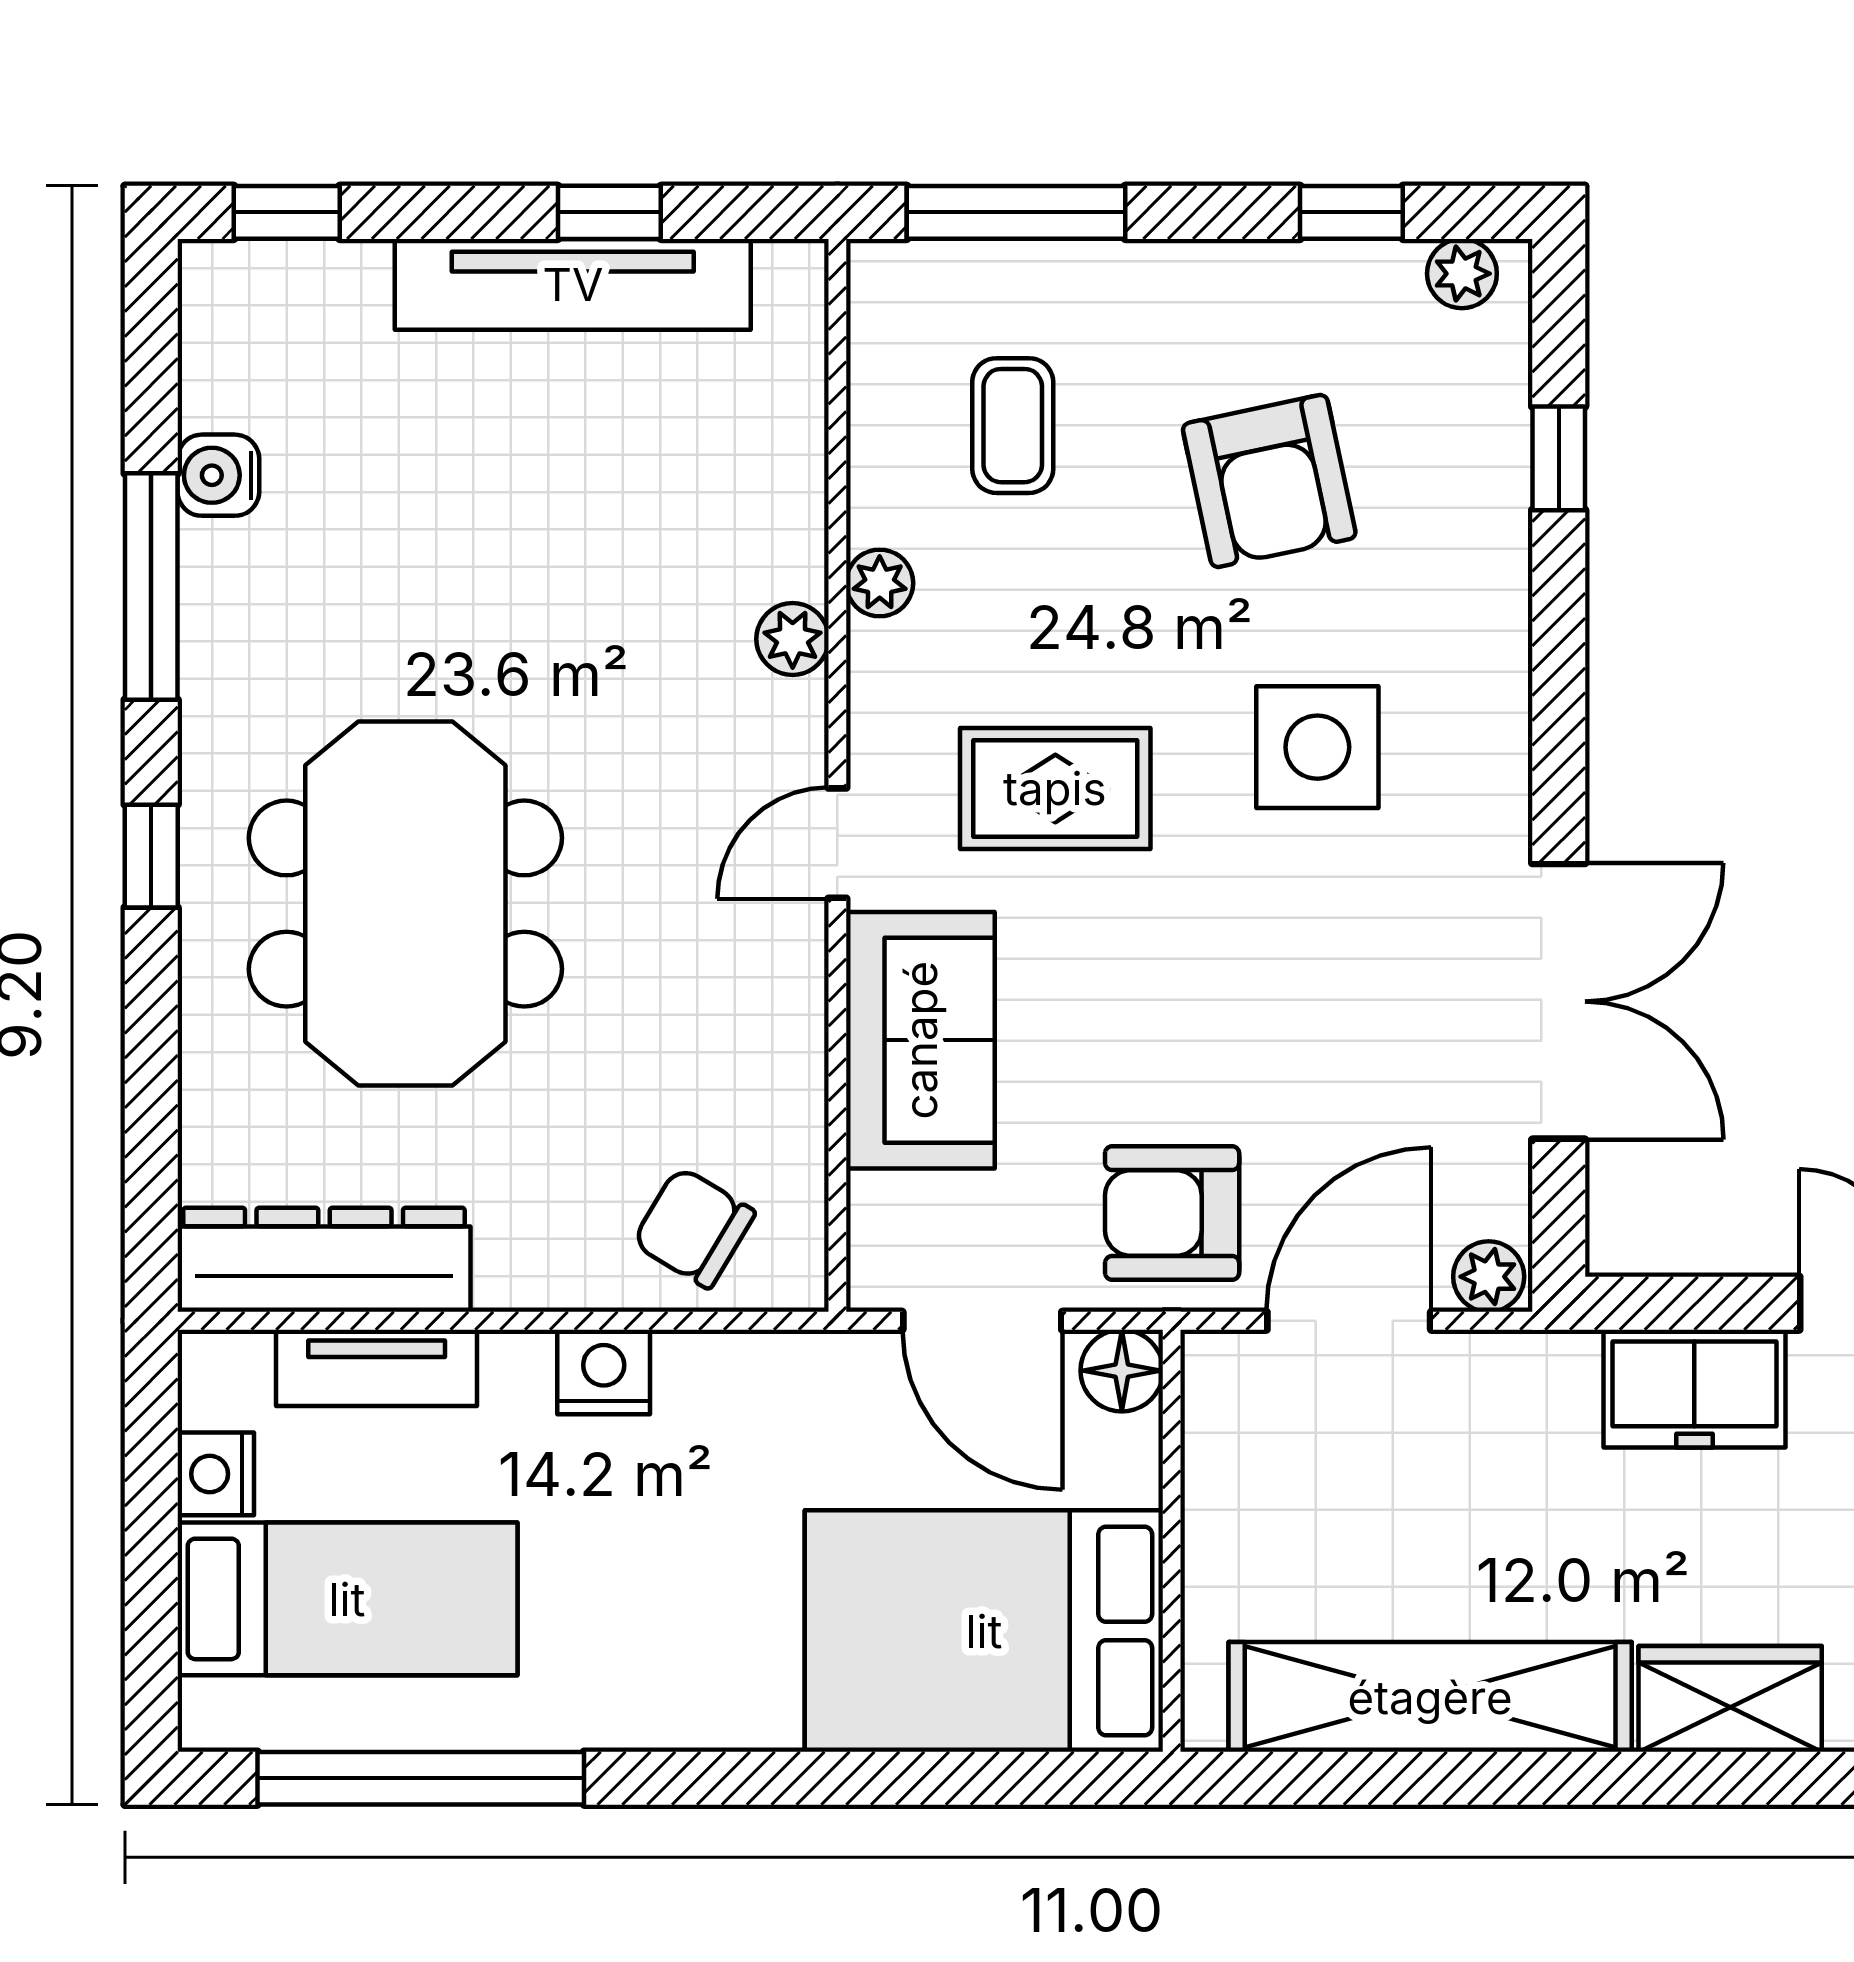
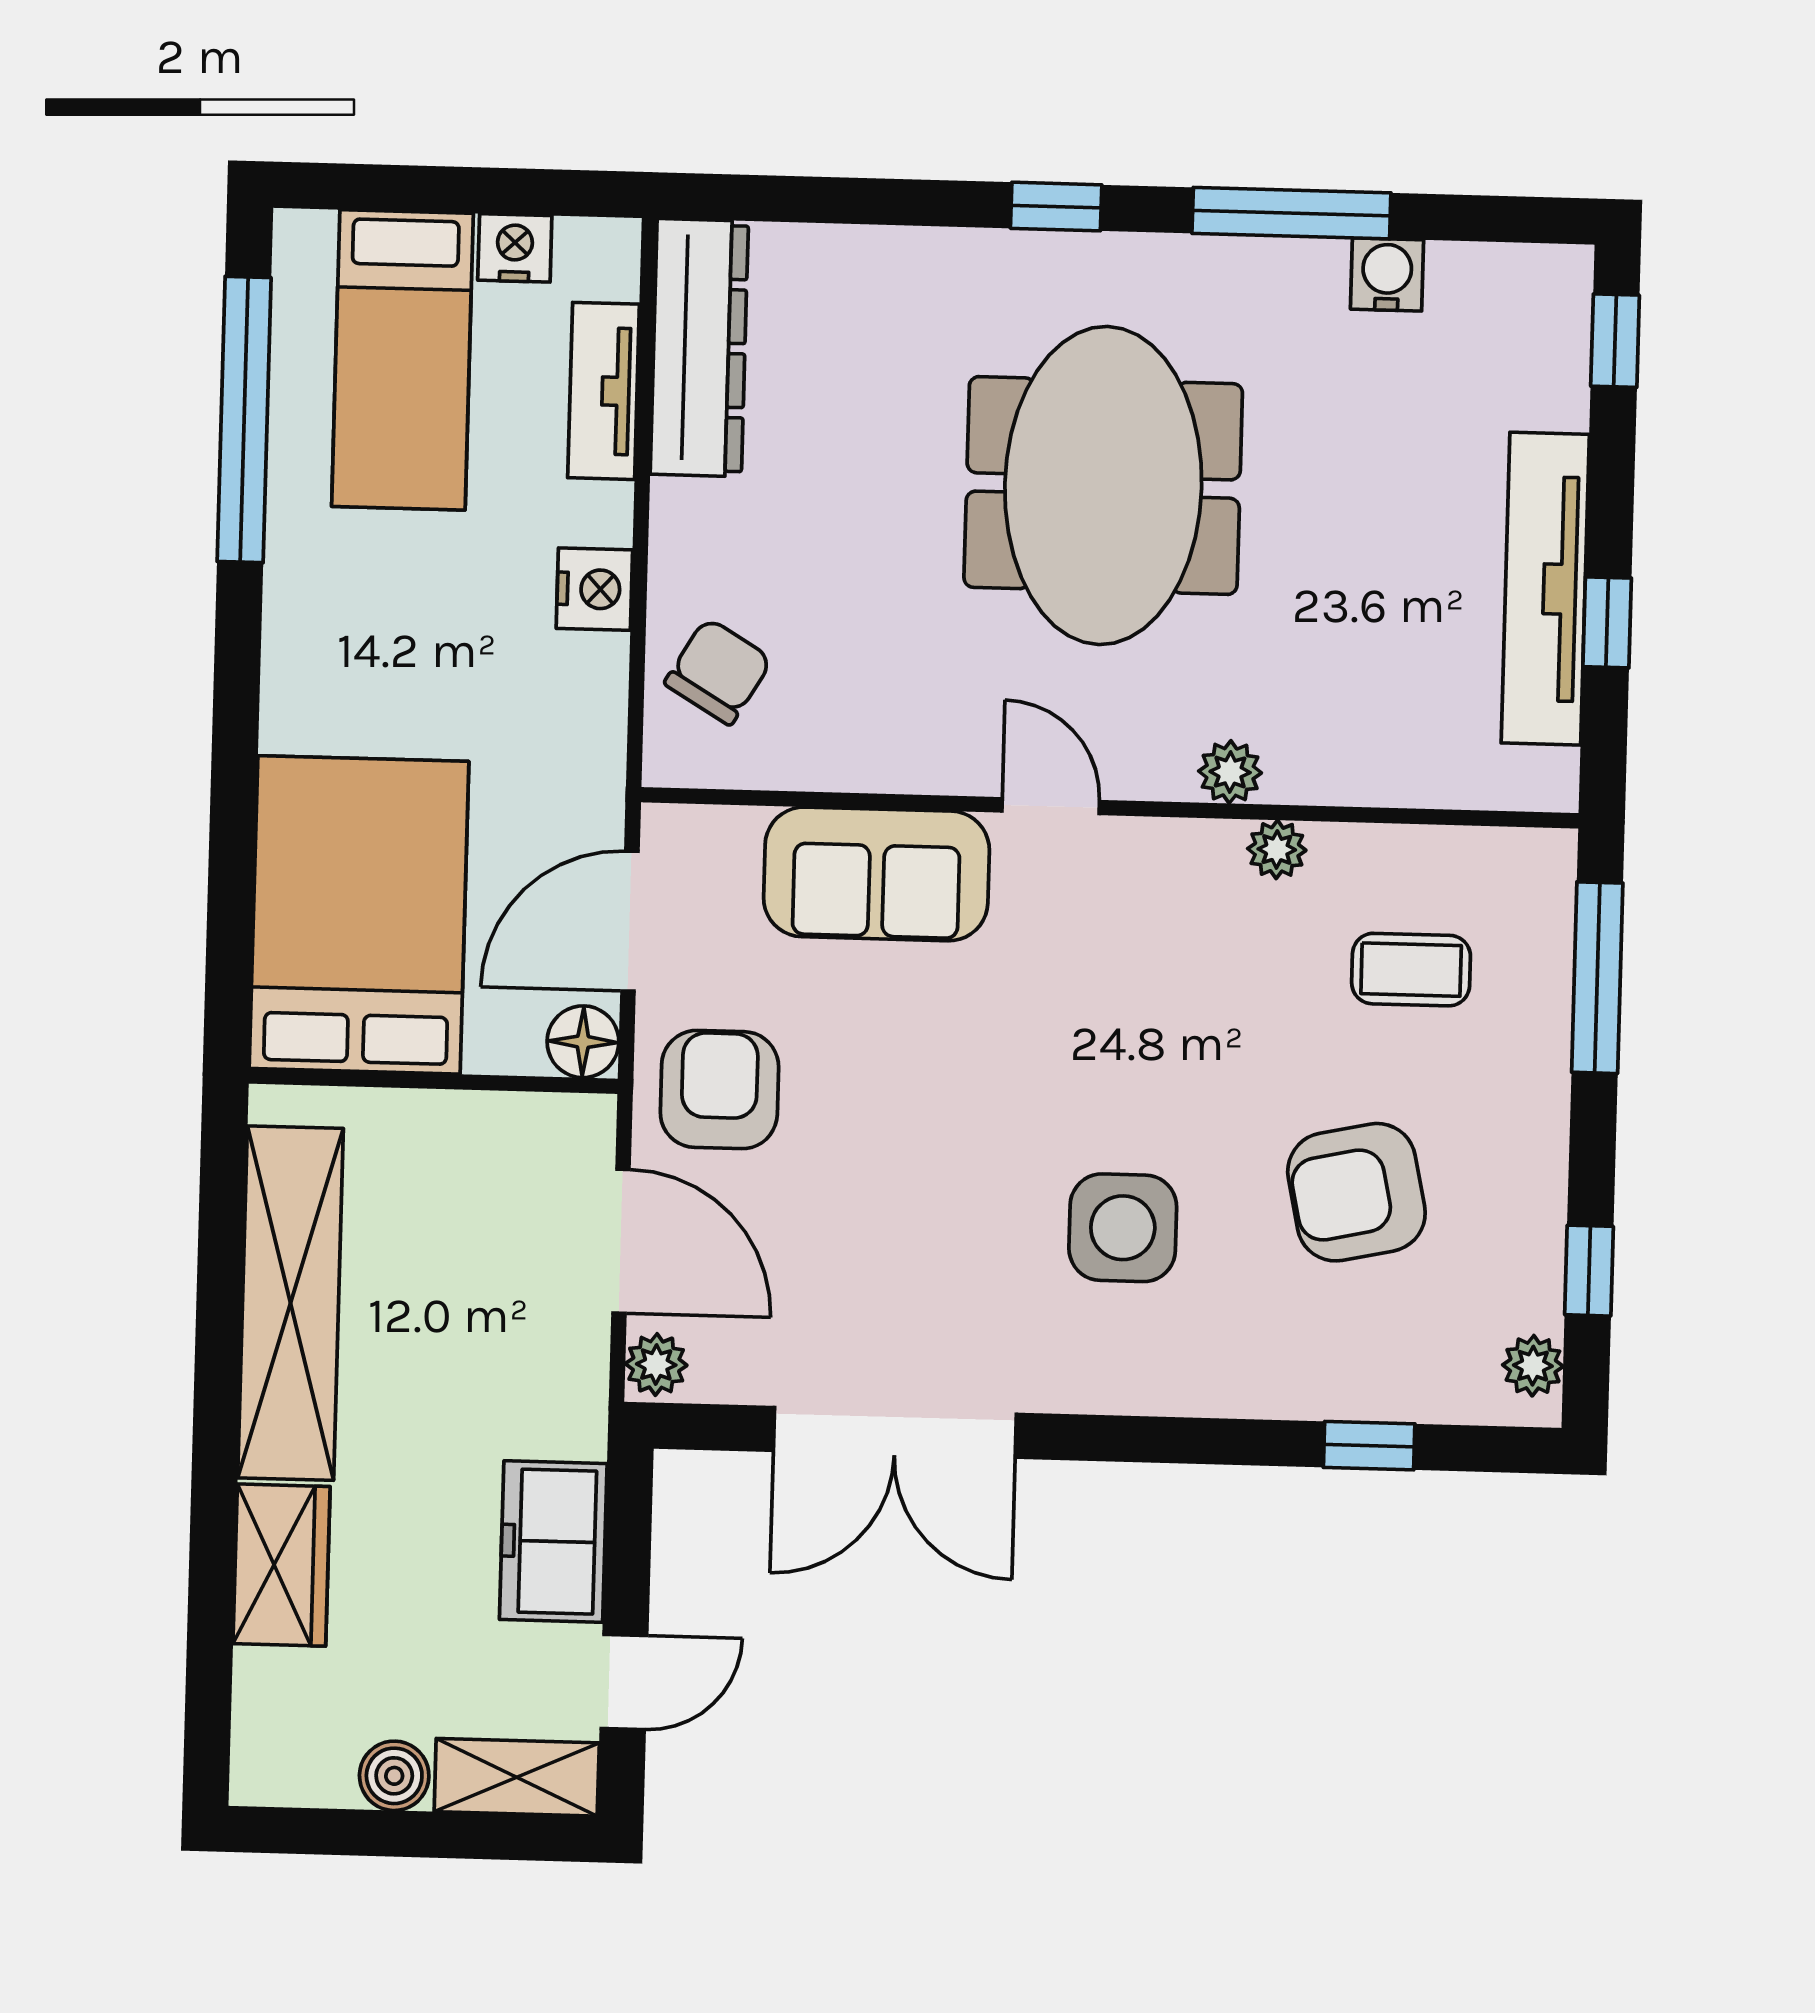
rug: (1055, 788) -> (1093, 998), removed
meeting table: (405, 904) -> (1103, 486), moved, turned 90

